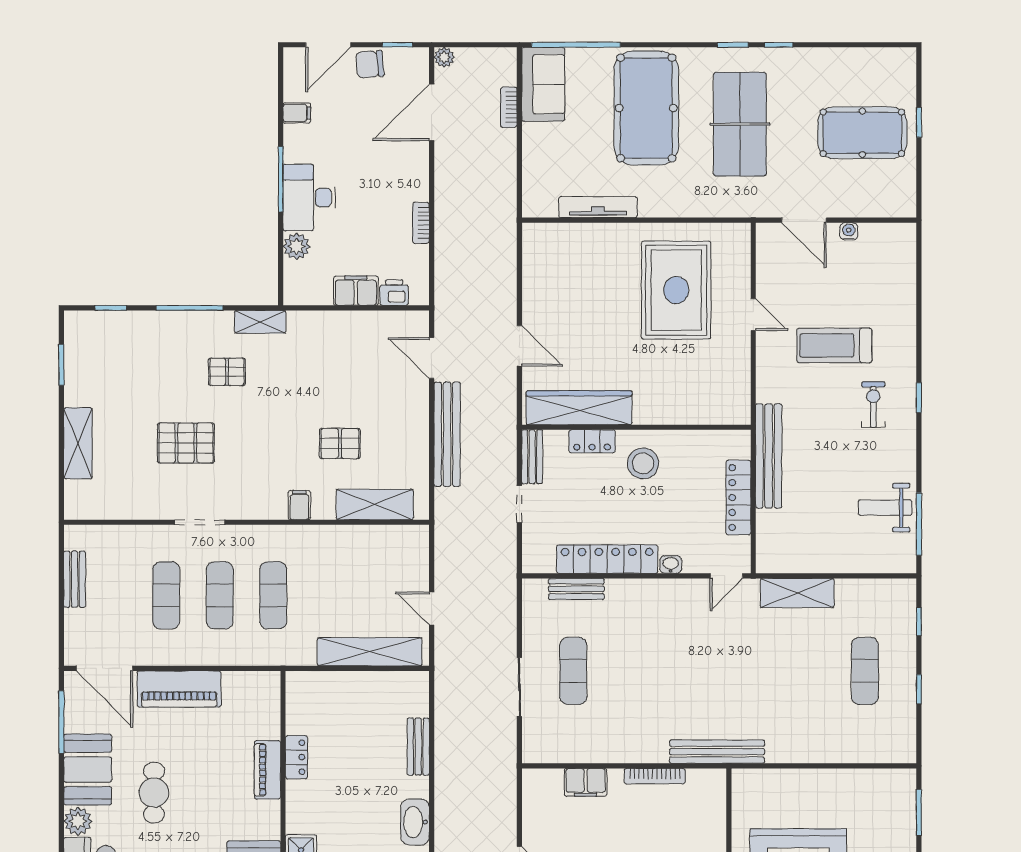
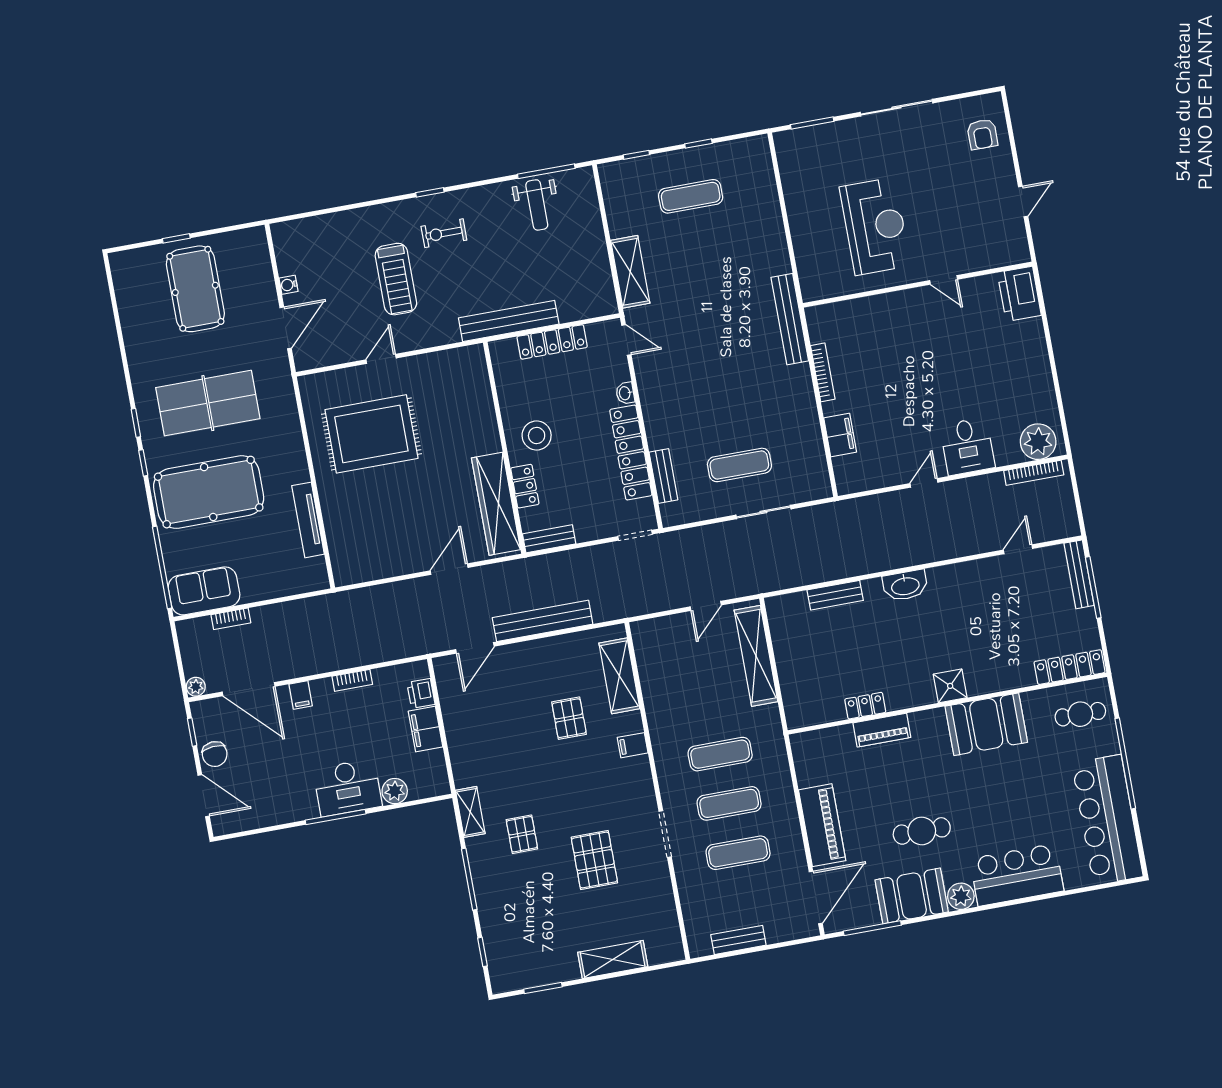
window: (779, 45) -> (143, 463), moved
filing cabinet: (297, 113) -> (301, 695), moved, turned 180
doorway: (519, 504) -> (635, 535), moved

